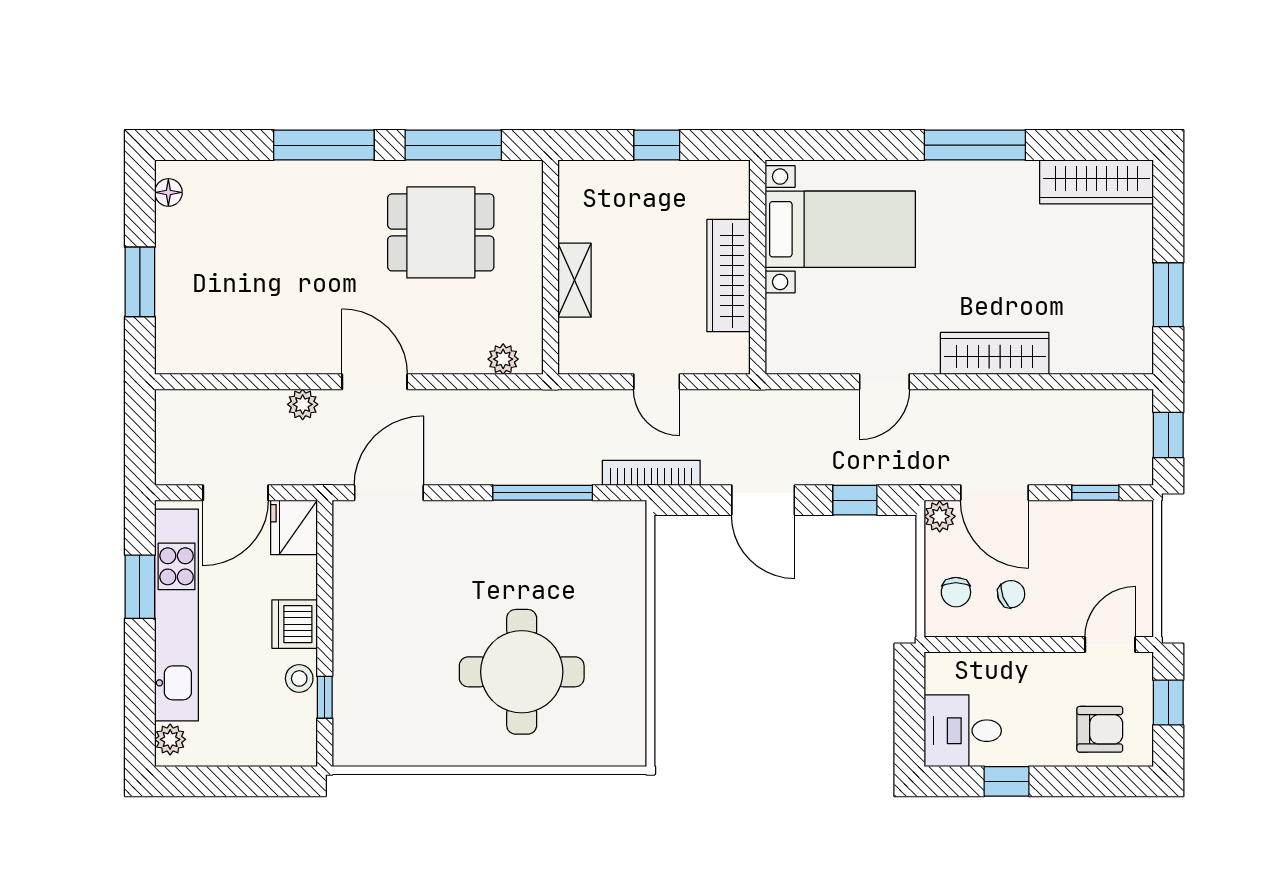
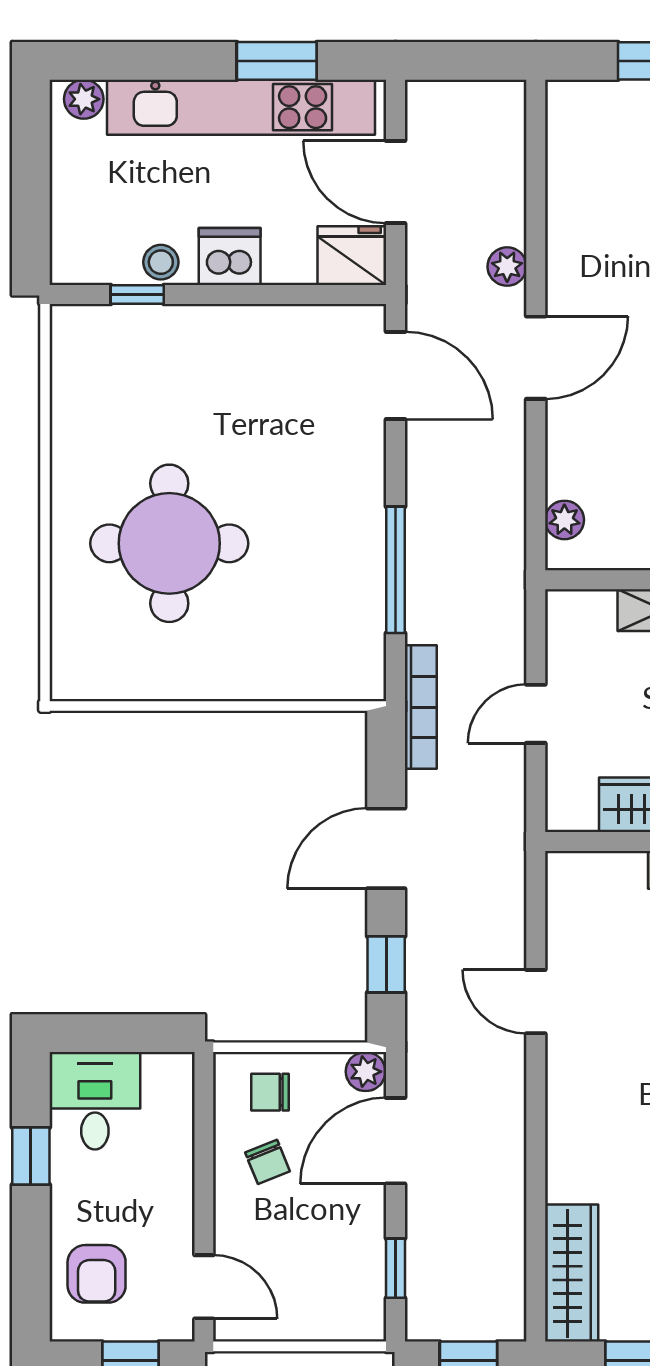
wardrobe: (995, 353) -> (572, 1273), moved

